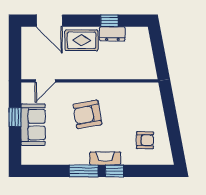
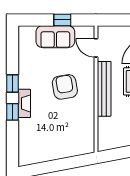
bench: (89, 72) -> (104, 89), added
armchair: (145, 140) -> (41, 140), removed
window: (84, 171) -> (13, 83), width x0.67

